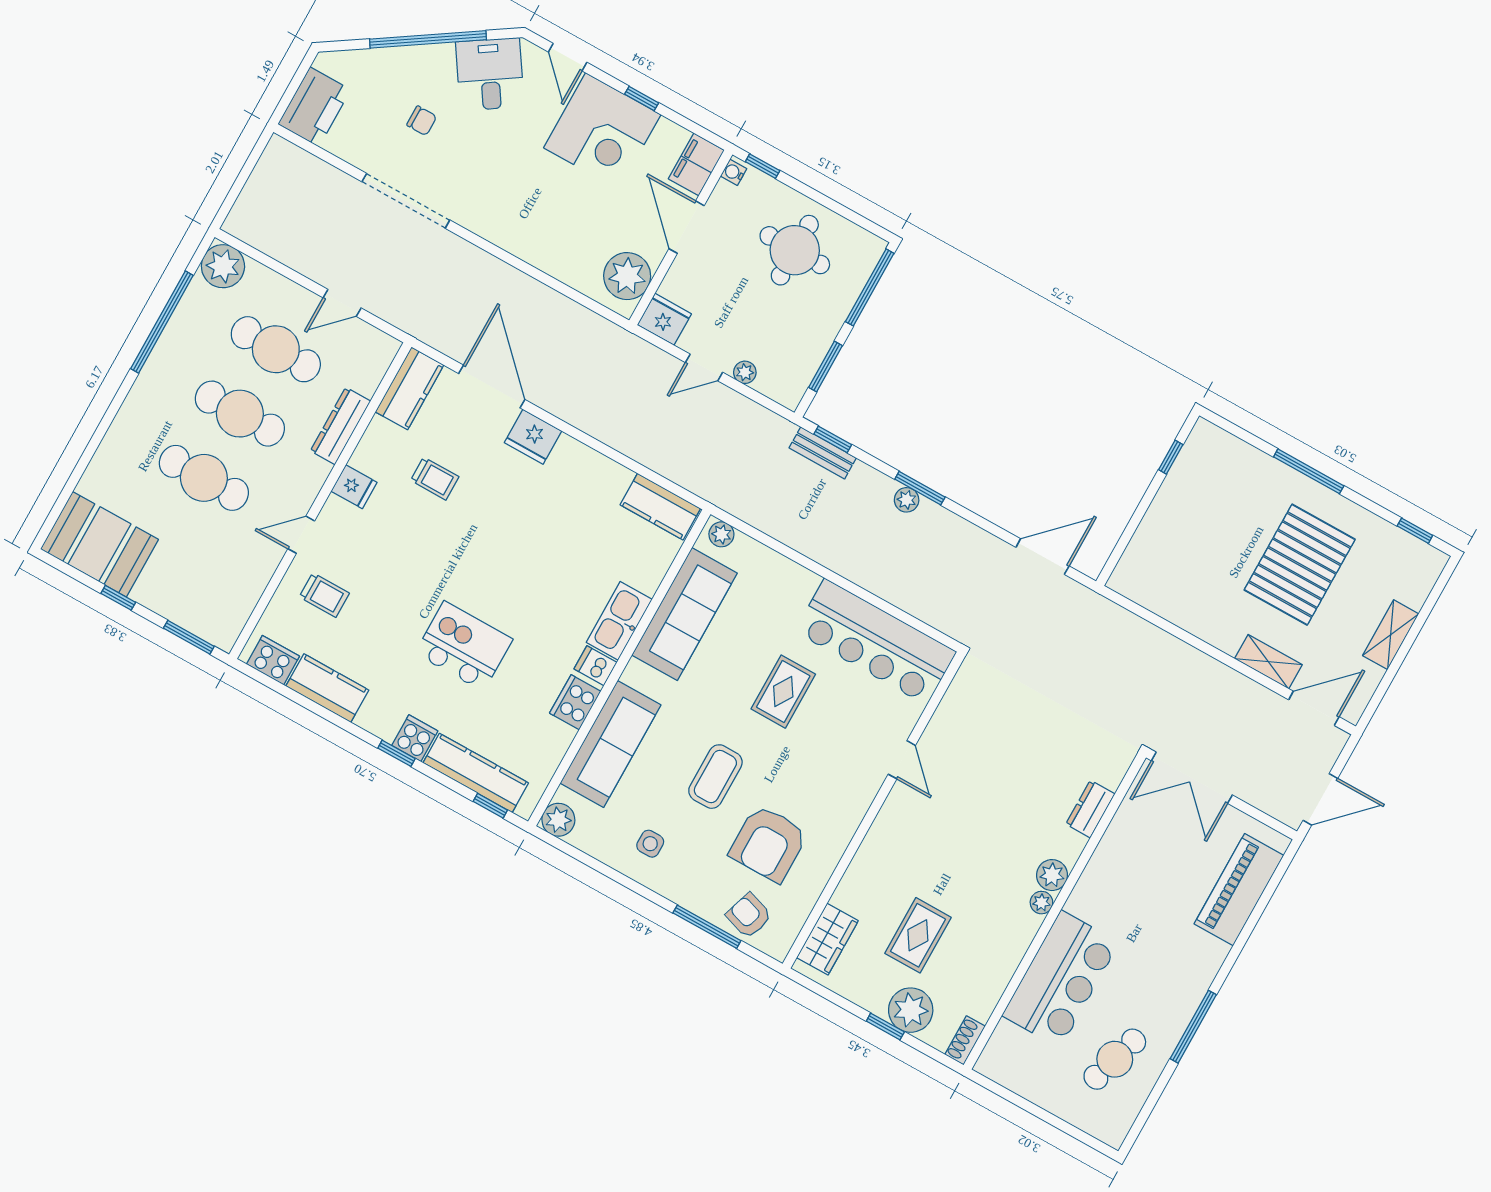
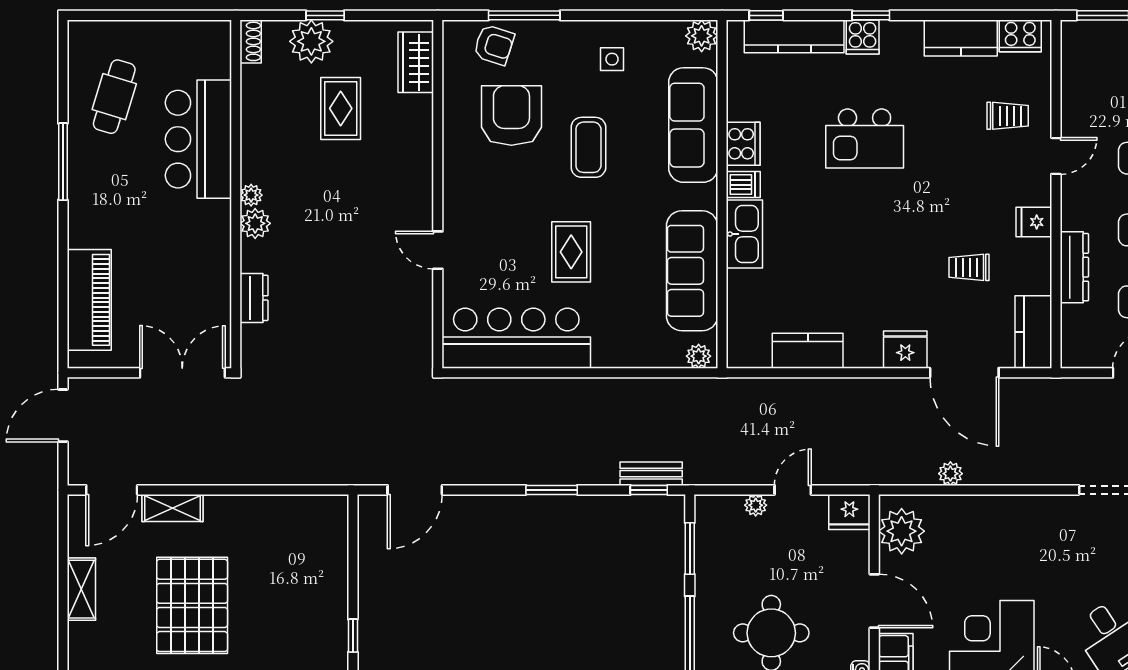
plant: (907, 500) -> (950, 474), moved
kitchen counter: (660, 507) -> (808, 351), moved
trolley: (324, 595) -> (1008, 116), turned 180

